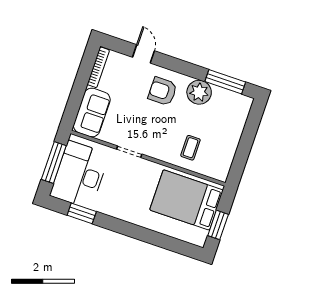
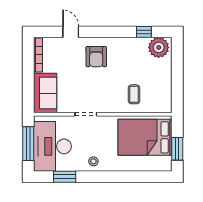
window: (225, 82) -> (144, 32), width x0.46
armchair: (163, 91) -> (96, 57), turned -90
plant: (199, 92) -> (159, 47), moved
stool: (120, 207) -> (93, 161), added

